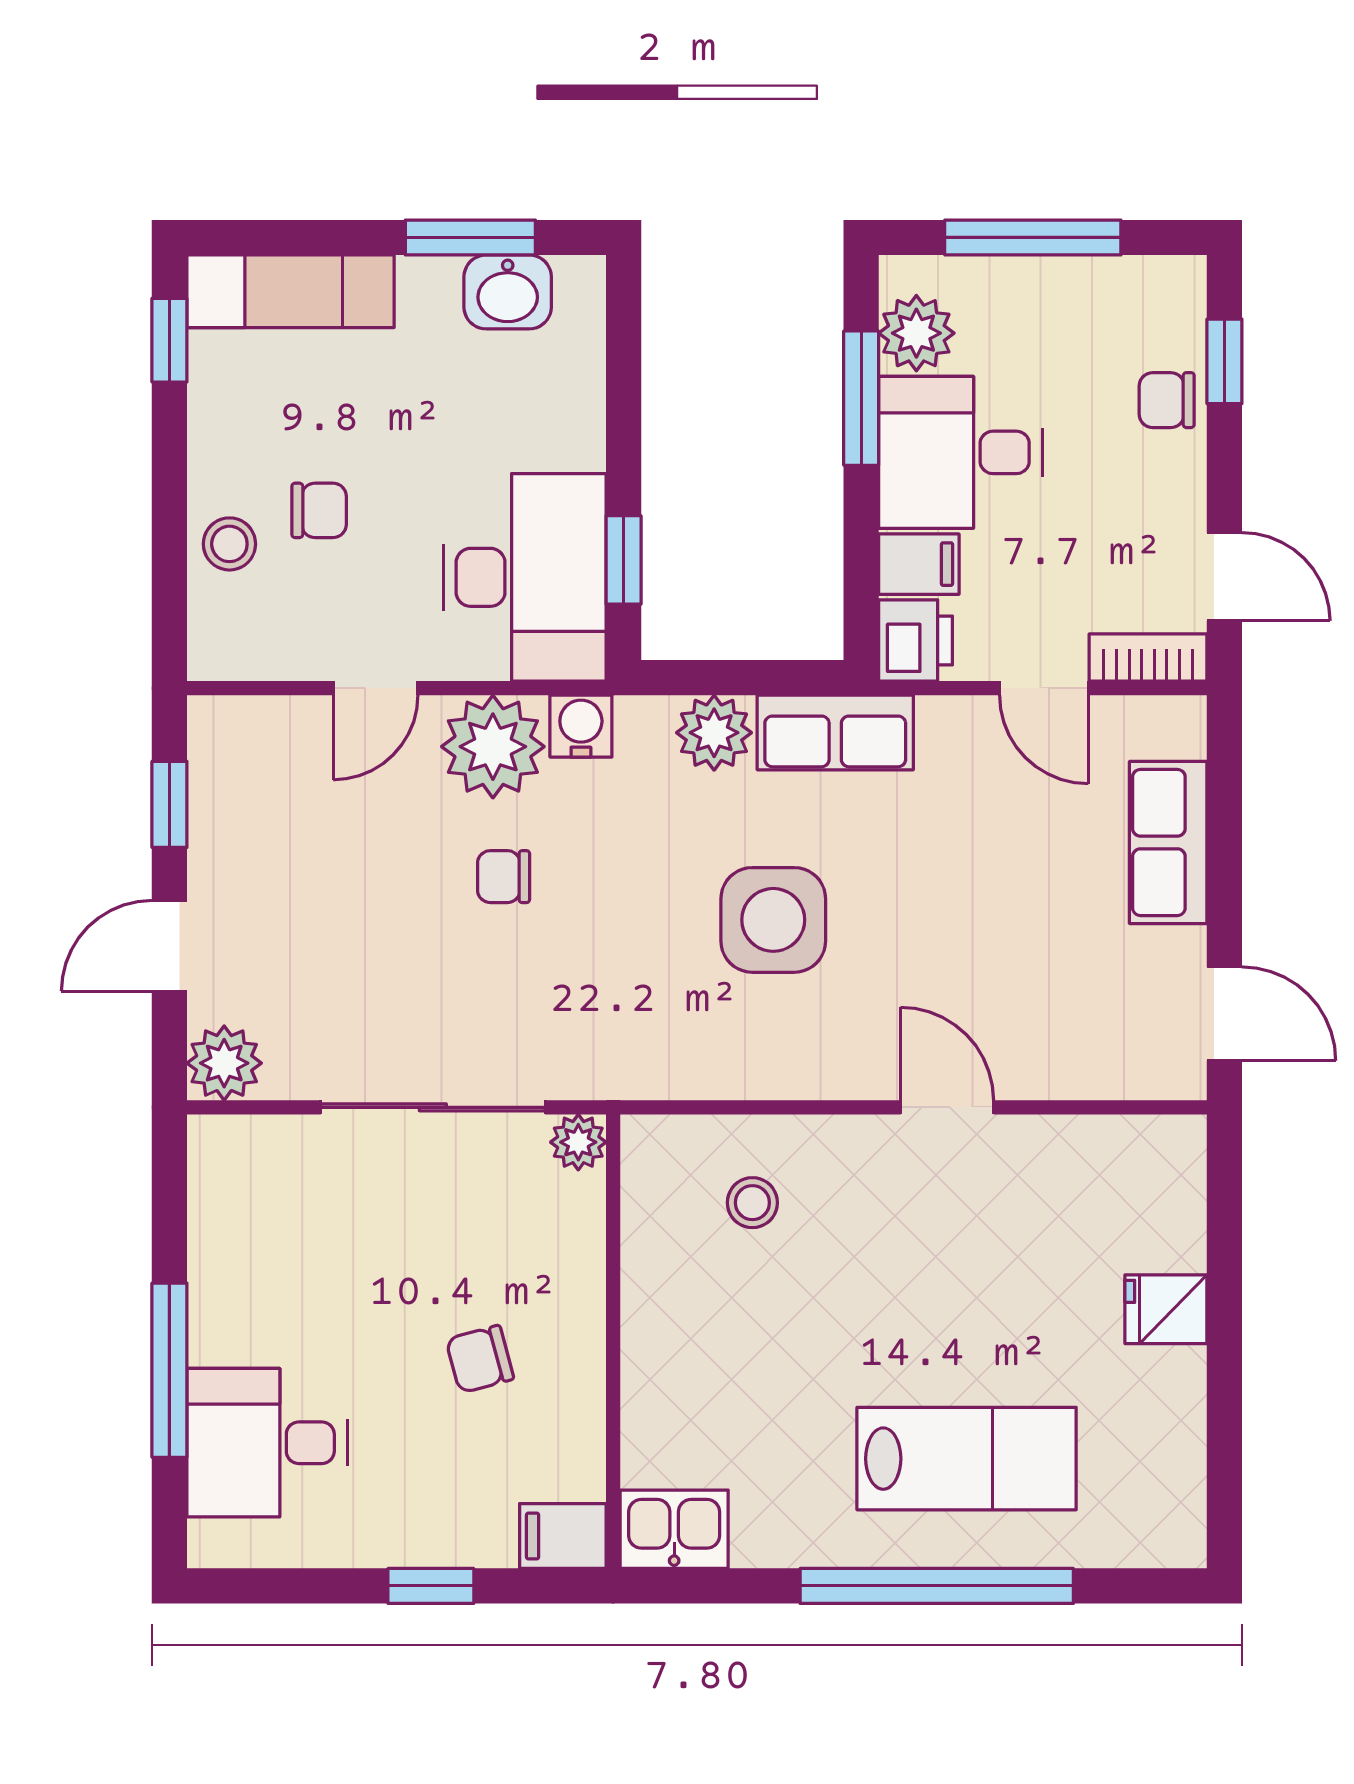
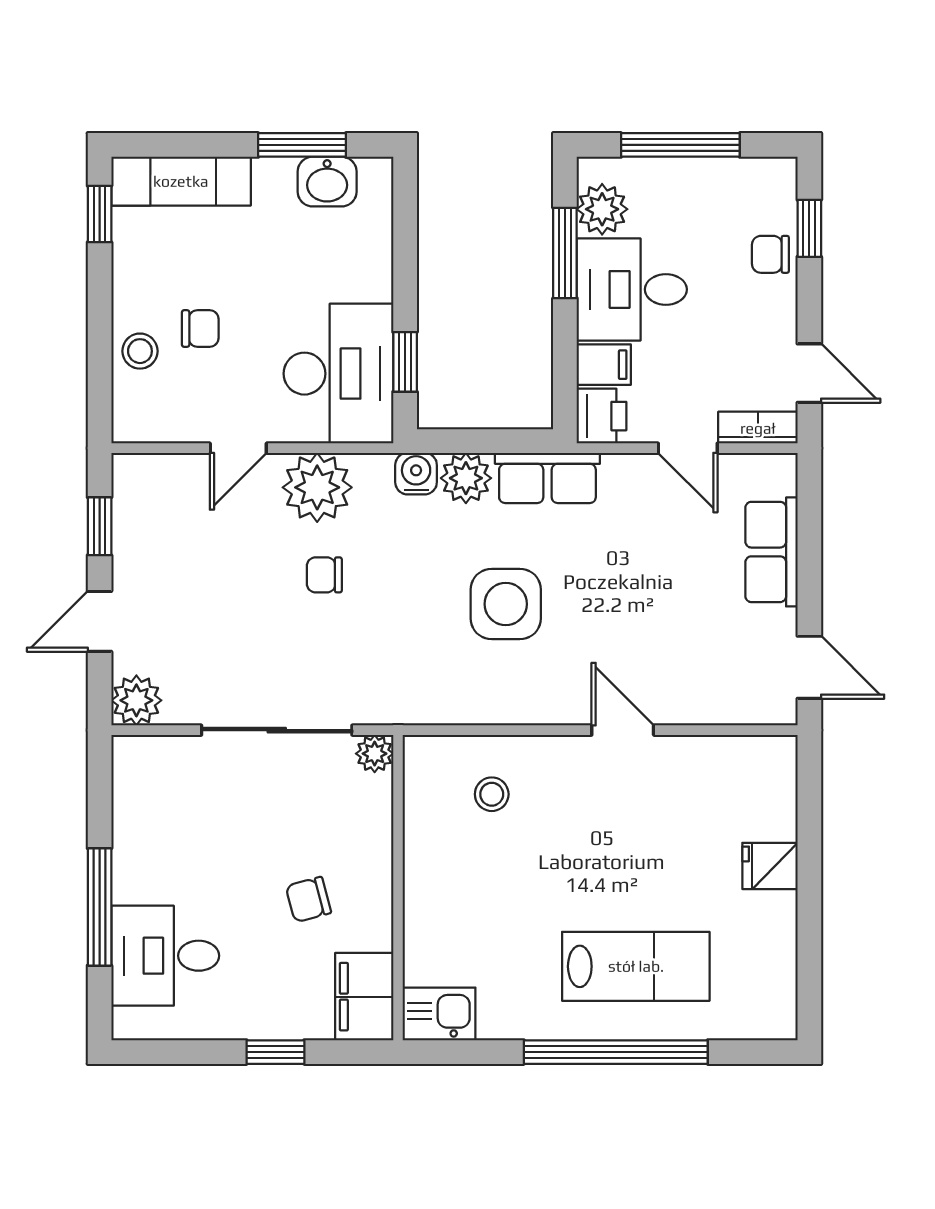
water cooler: (581, 726) -> (416, 474), moved
filing cabinet: (563, 1536) -> (364, 997), width x2.00

